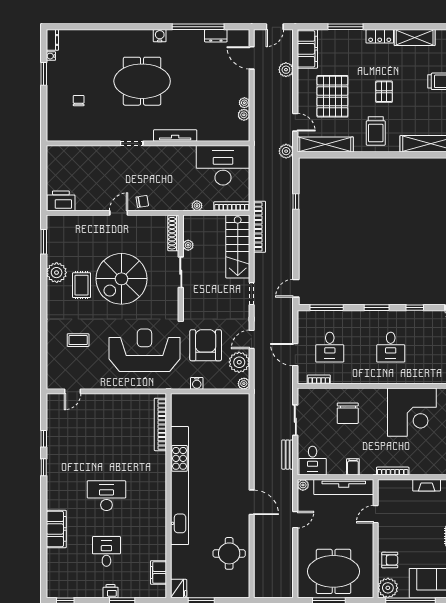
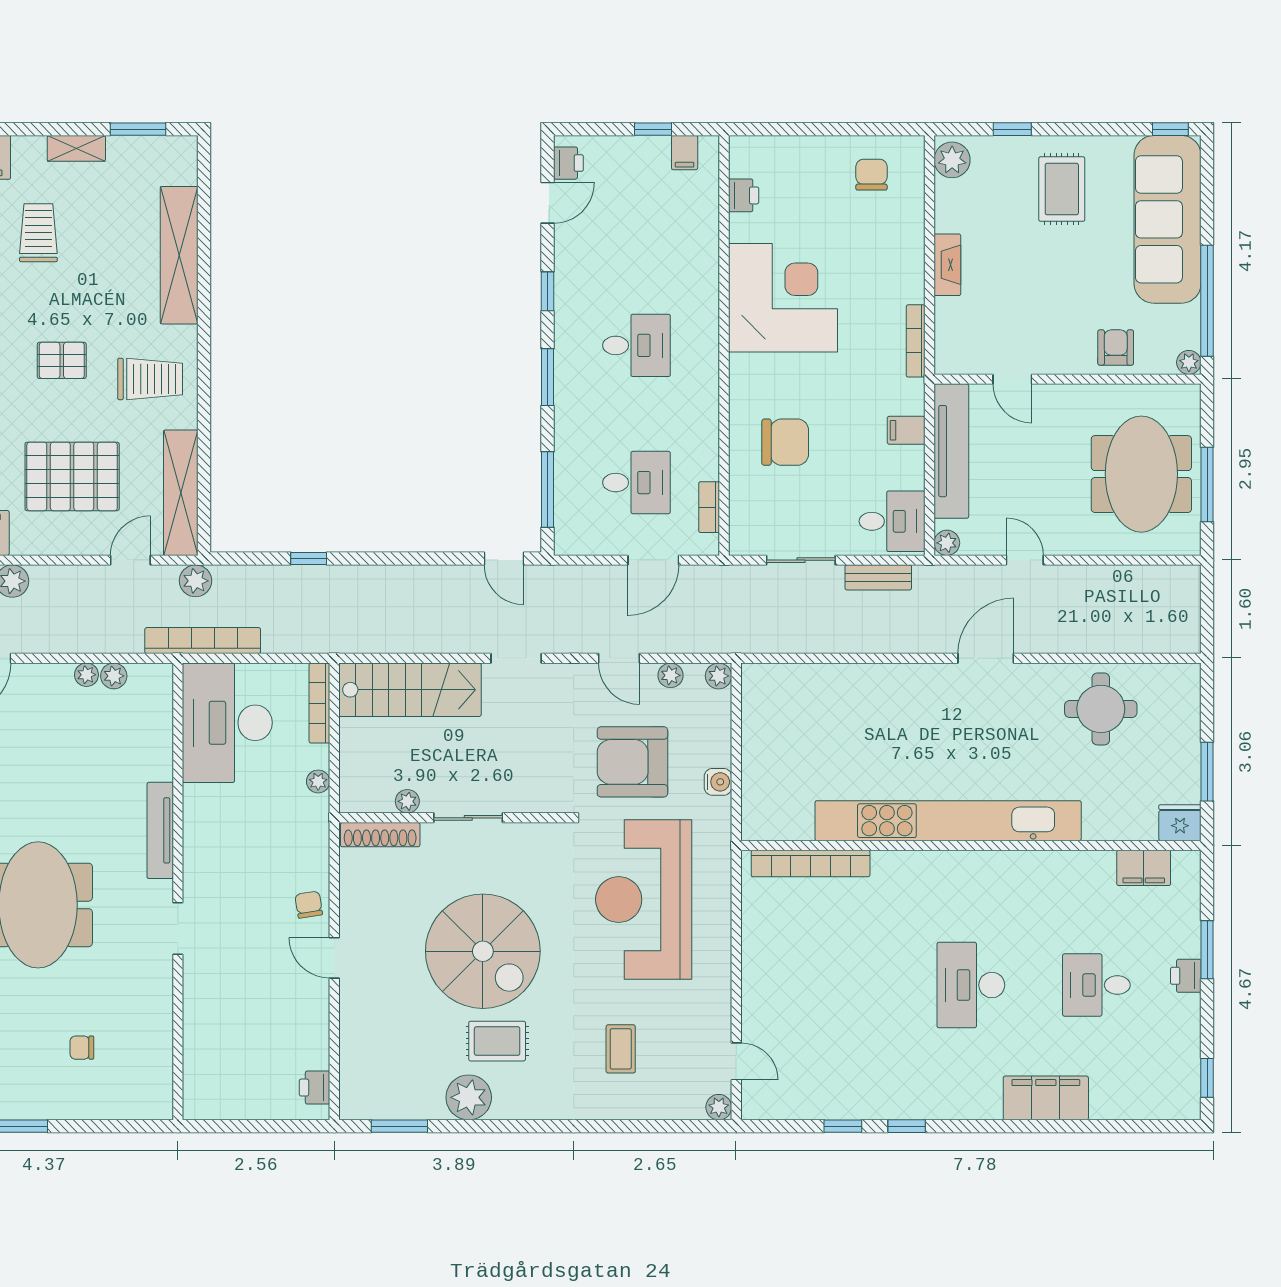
printer: (61, 201) -> (315, 1088), width x0.53, depth x0.68
bookcase: (260, 227) -> (203, 641), moved
plant: (239, 362) -> (671, 675), width x0.53, depth x0.53
plant: (52, 384) -> (719, 1107), added
plant: (388, 588) -> (1189, 362), width x0.53, depth x0.53

